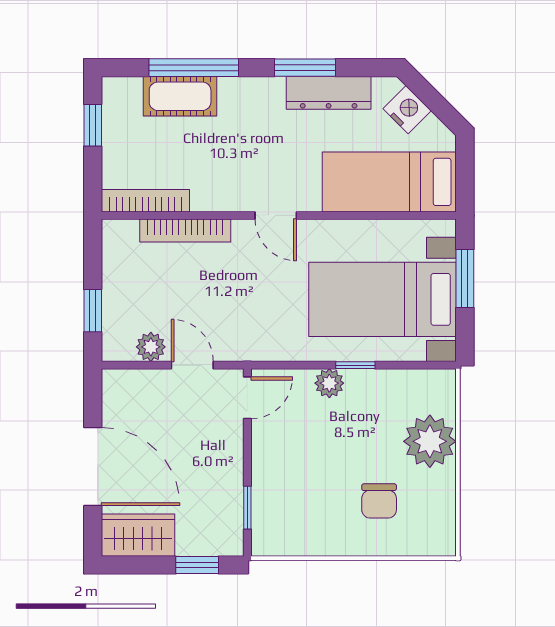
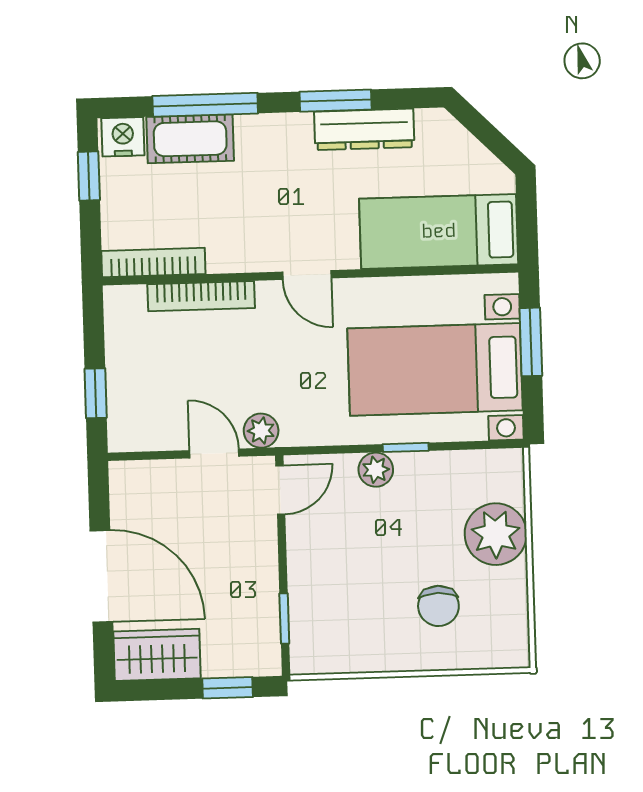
nightstand: (407, 110) -> (123, 137), moved, turned -45
plant: (151, 347) -> (261, 431), moved

